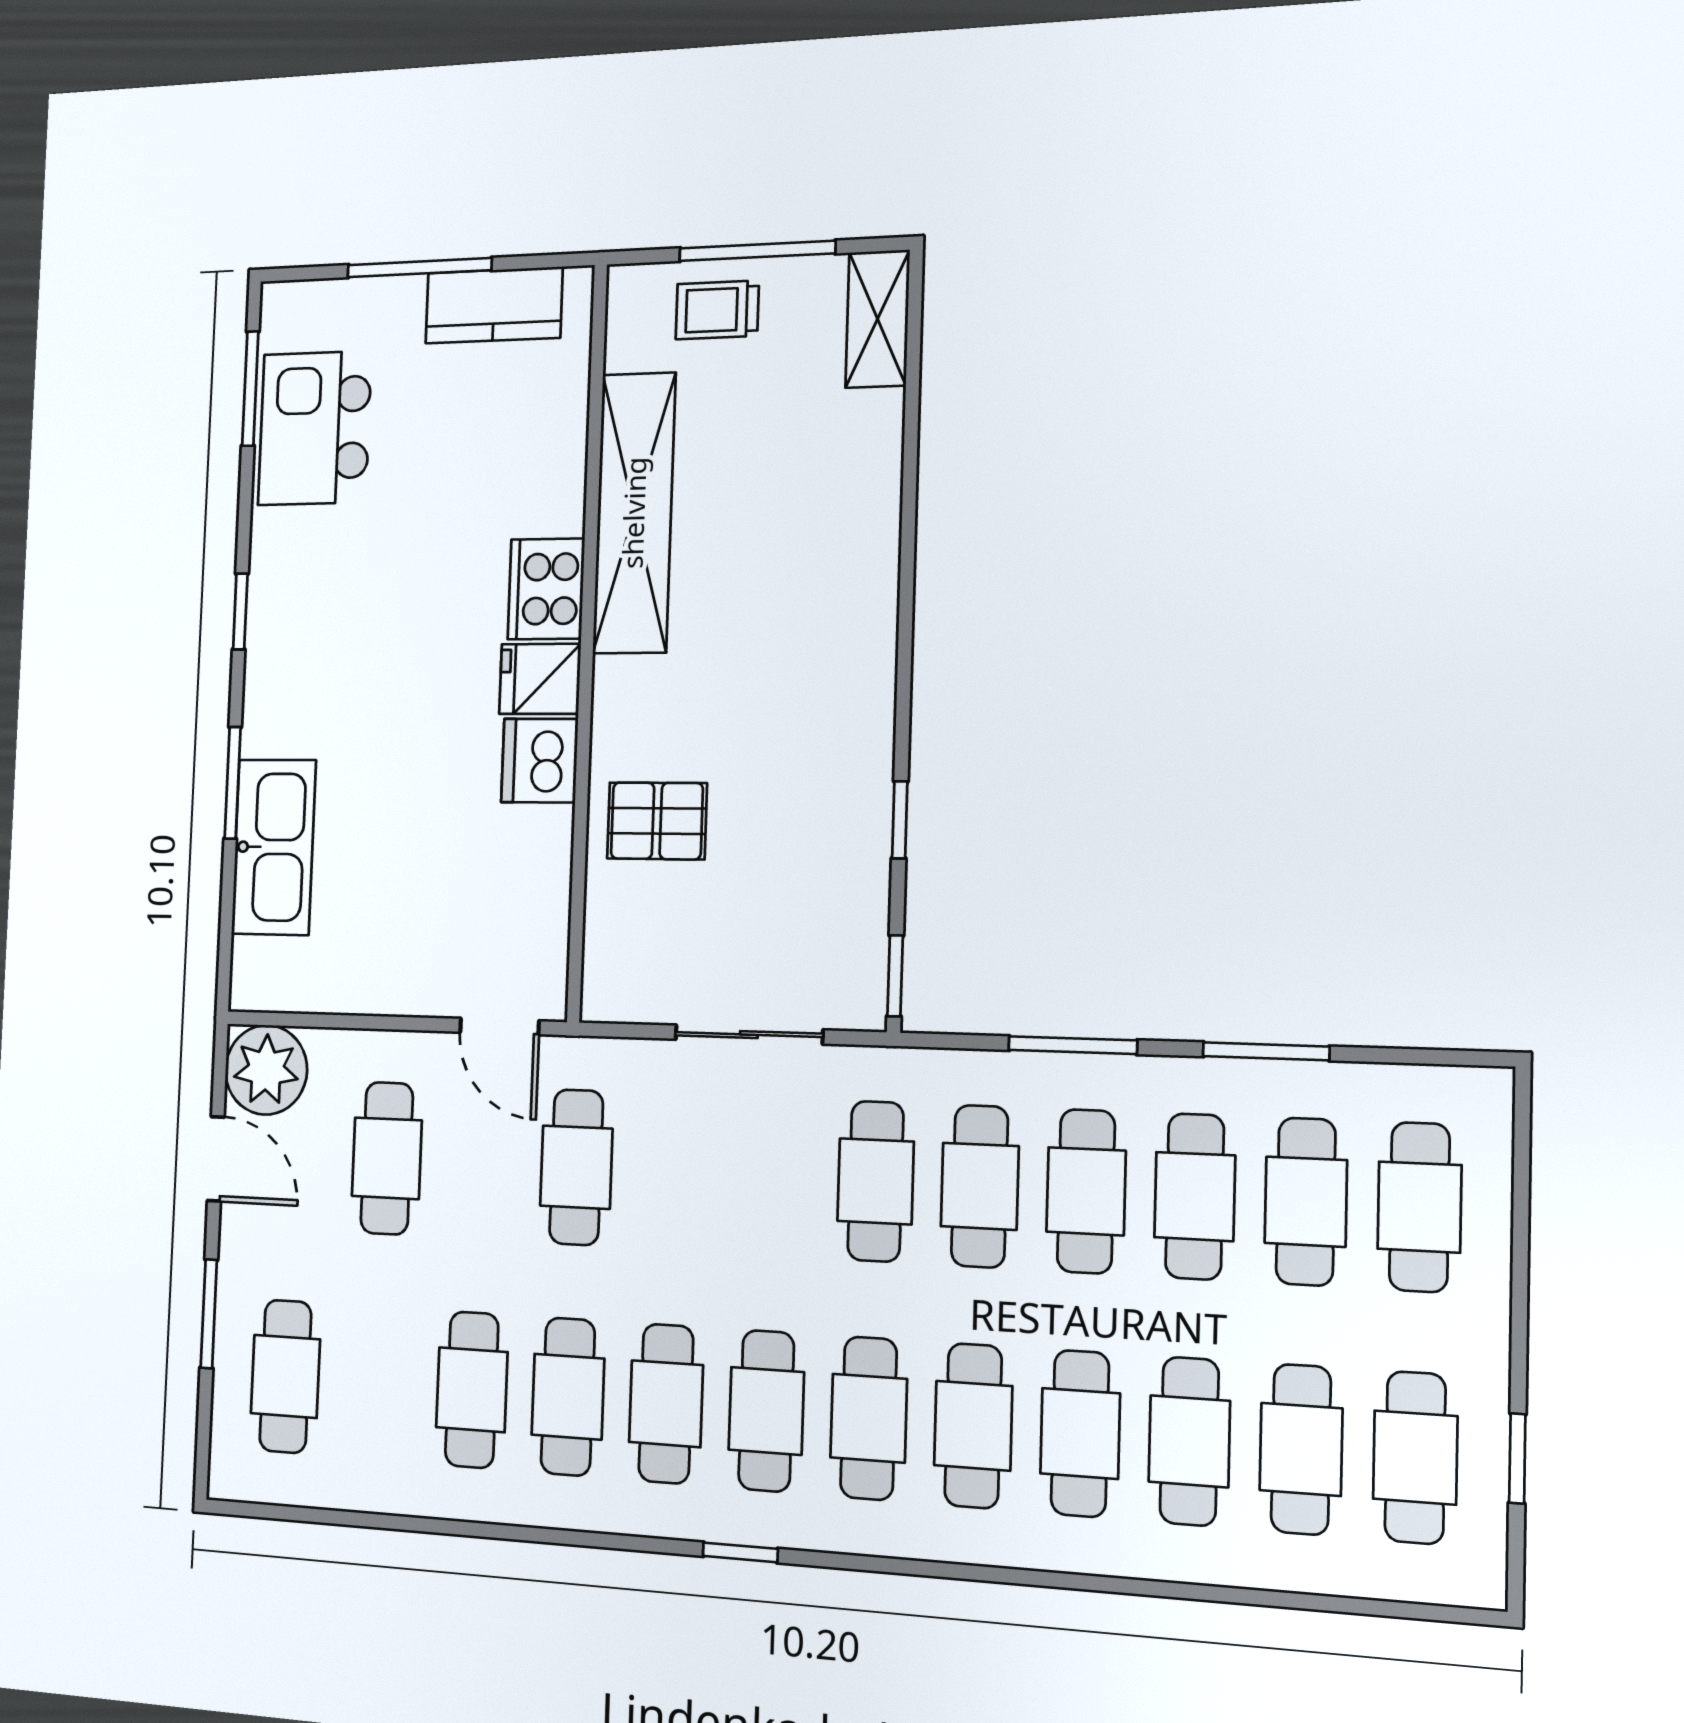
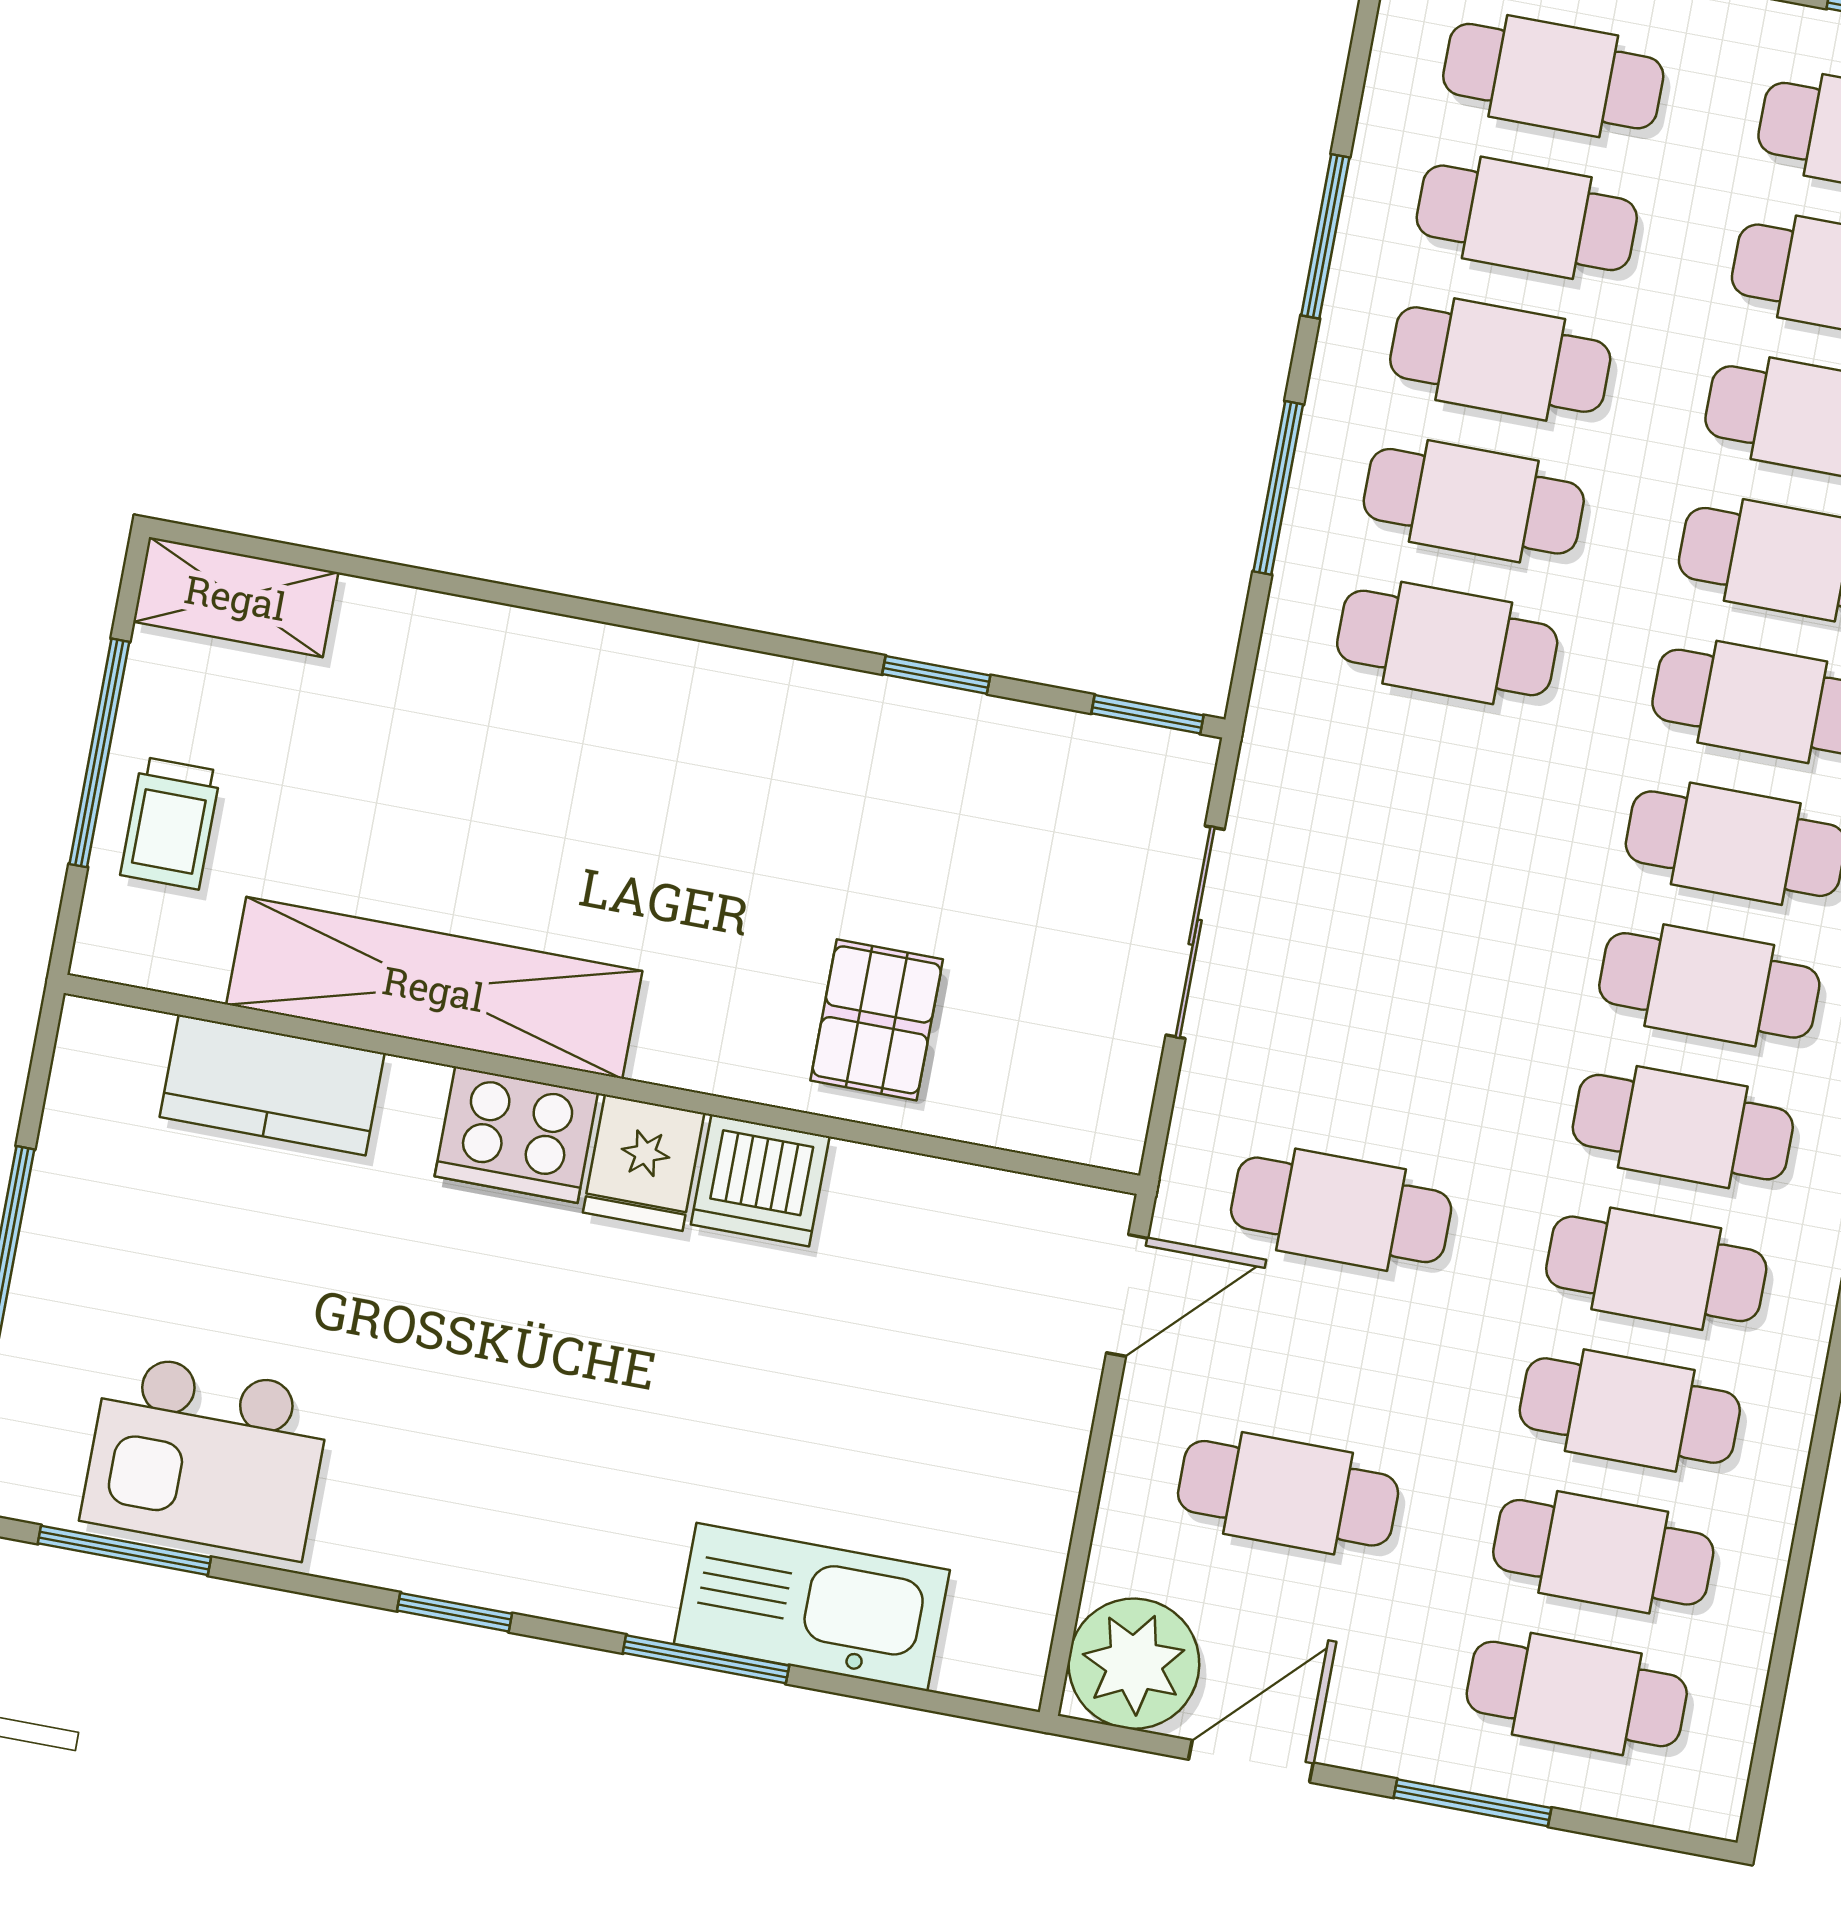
kitchen counter: (494, 305) -> (272, 1085), moved, turned 90
cafe table: (876, 1181) -> (1603, 1552), moved

